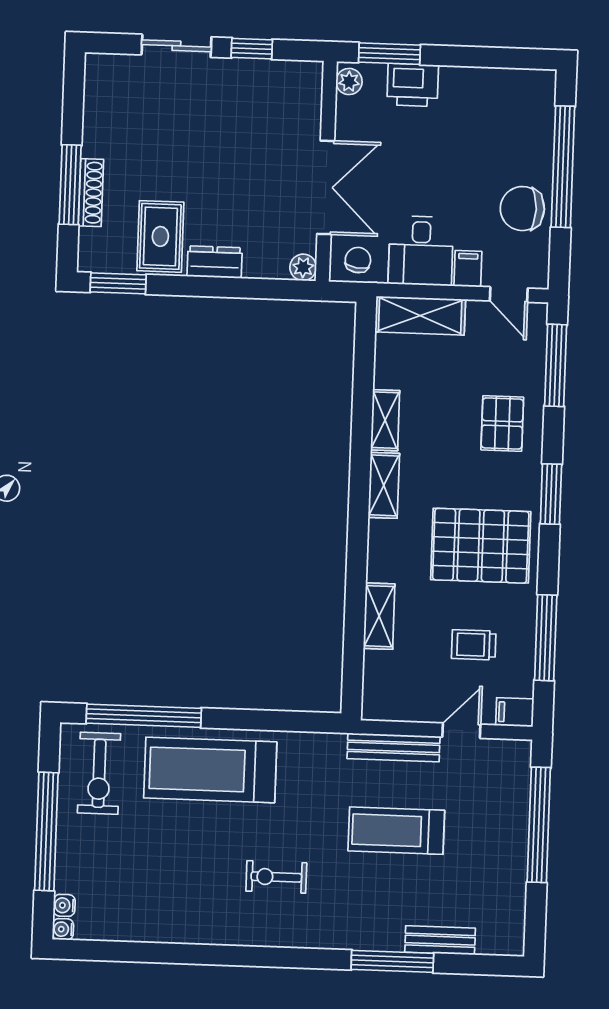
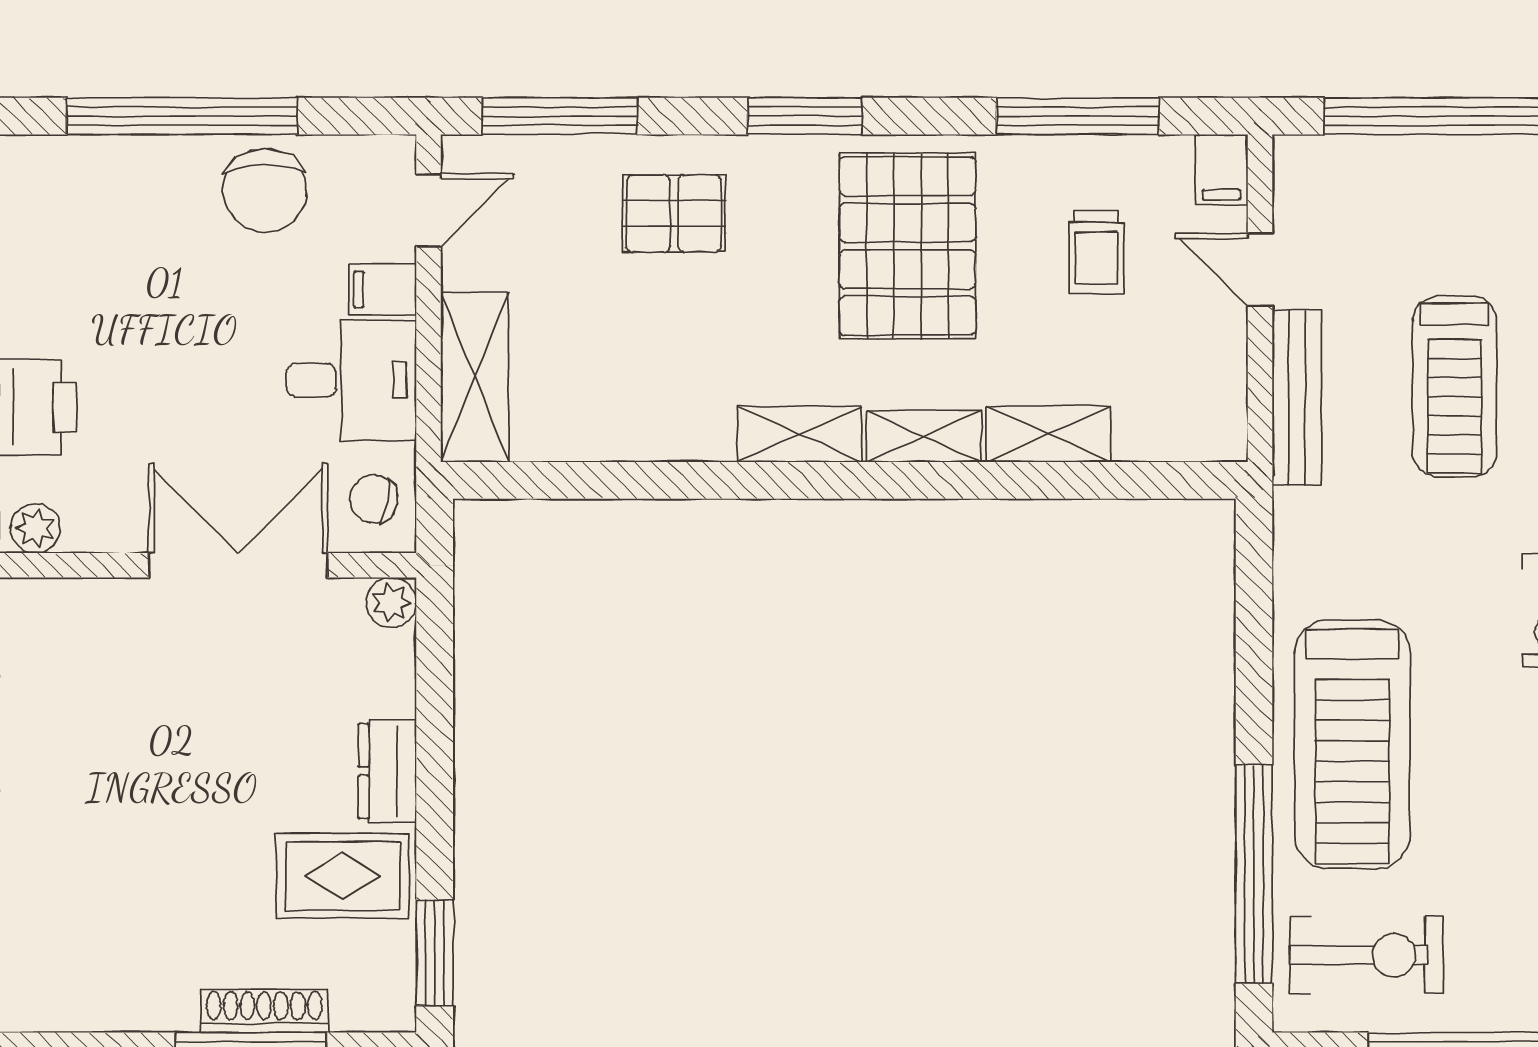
shelving: (385, 420) -> (924, 436), moved

